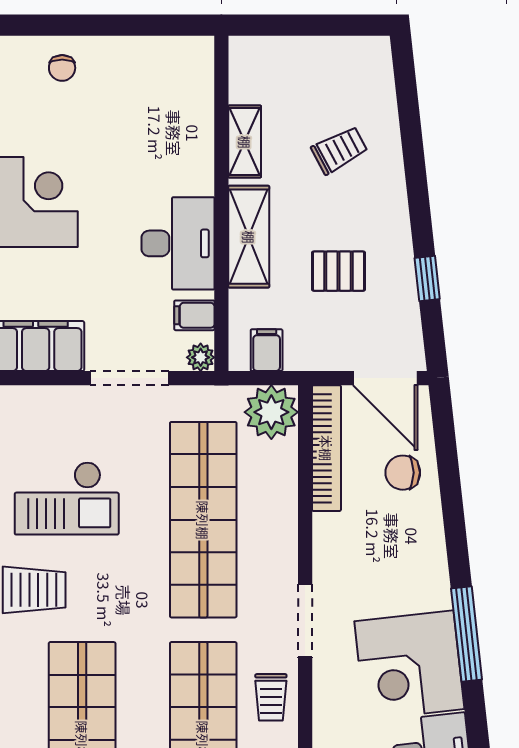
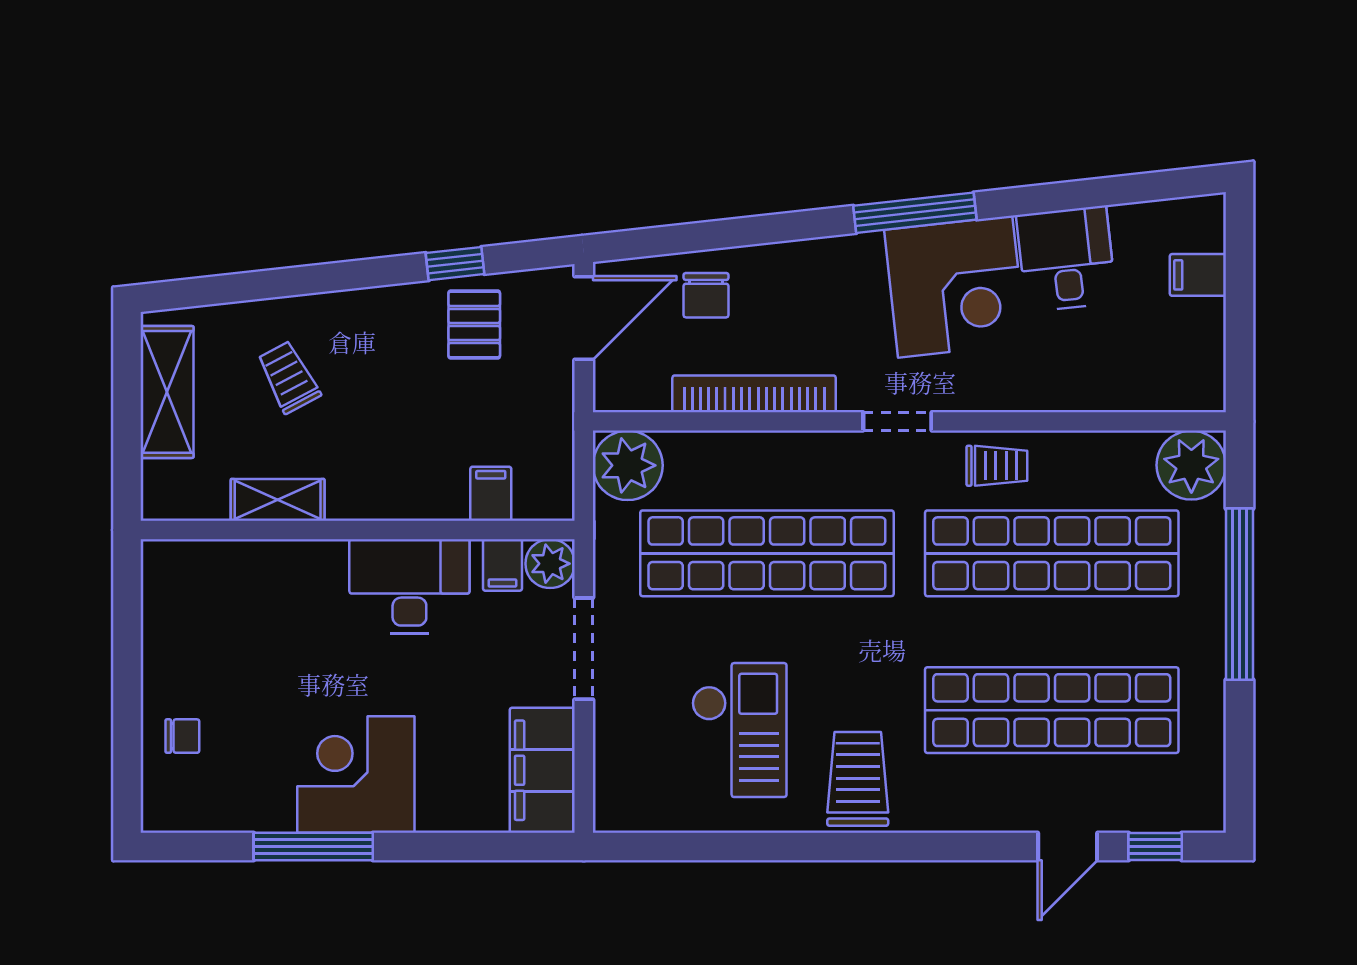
shelving: (249, 237) -> (167, 392), moved, turned 90
pallet: (338, 271) -> (474, 324), moved
filing cabinet: (267, 350) -> (491, 494), moved, turned 90
plant: (201, 357) -> (550, 564), width x1.38, depth x1.38
bookcase: (326, 448) -> (754, 394), moved
doorway: (305, 621) -> (897, 421), width x0.73

